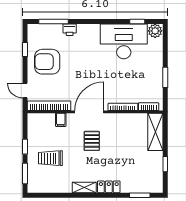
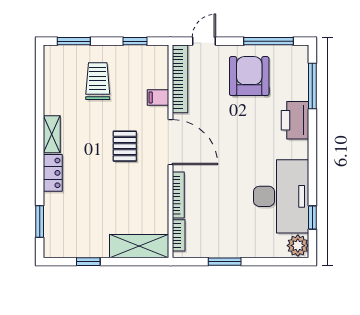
printer: (70, 30) -> (295, 120), width x1.87, depth x1.48
window: (25, 49) -> (268, 41), width x2.17
pallet: (92, 141) -> (125, 146), turned 90
window: (25, 147) -> (135, 41), moved

